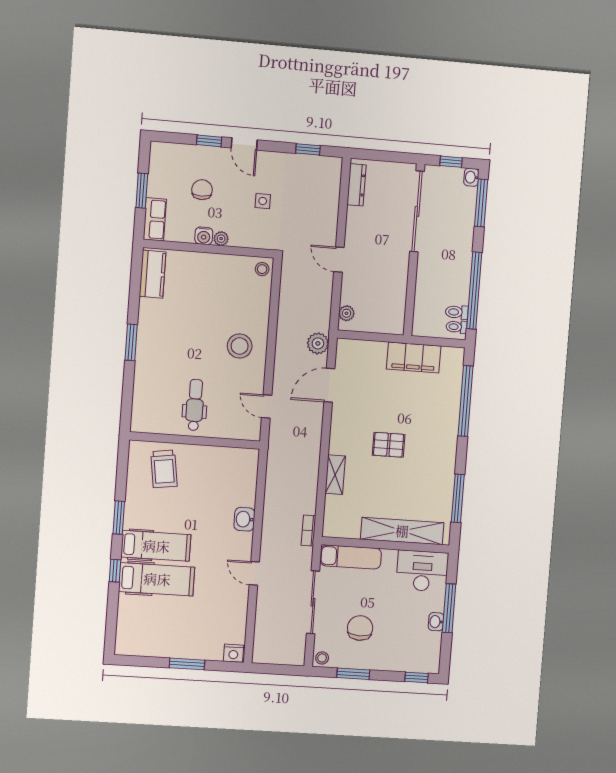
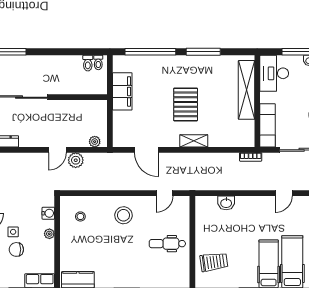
side table: (263, 201) -> (13, 232), moved
water cooler: (204, 236) -> (48, 213), moved
stool: (262, 269) -> (80, 216), moved
window: (474, 291) -> (72, 52), removed
plant: (318, 343) -> (76, 160), moved
pallet: (389, 445) -> (186, 104), width x1.50, depth x1.42
shelving: (335, 475) -> (194, 141), moved
window: (458, 498) -> (203, 52), moved
washbasin: (244, 519) -> (226, 203), moved

